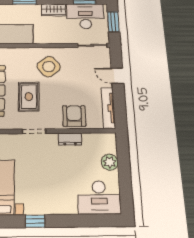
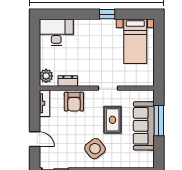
tv unit: (108, 108) -> (44, 103), width x0.71
dresser: (70, 139) -> (68, 81), moved
plant: (110, 162) -> (46, 76), moved

